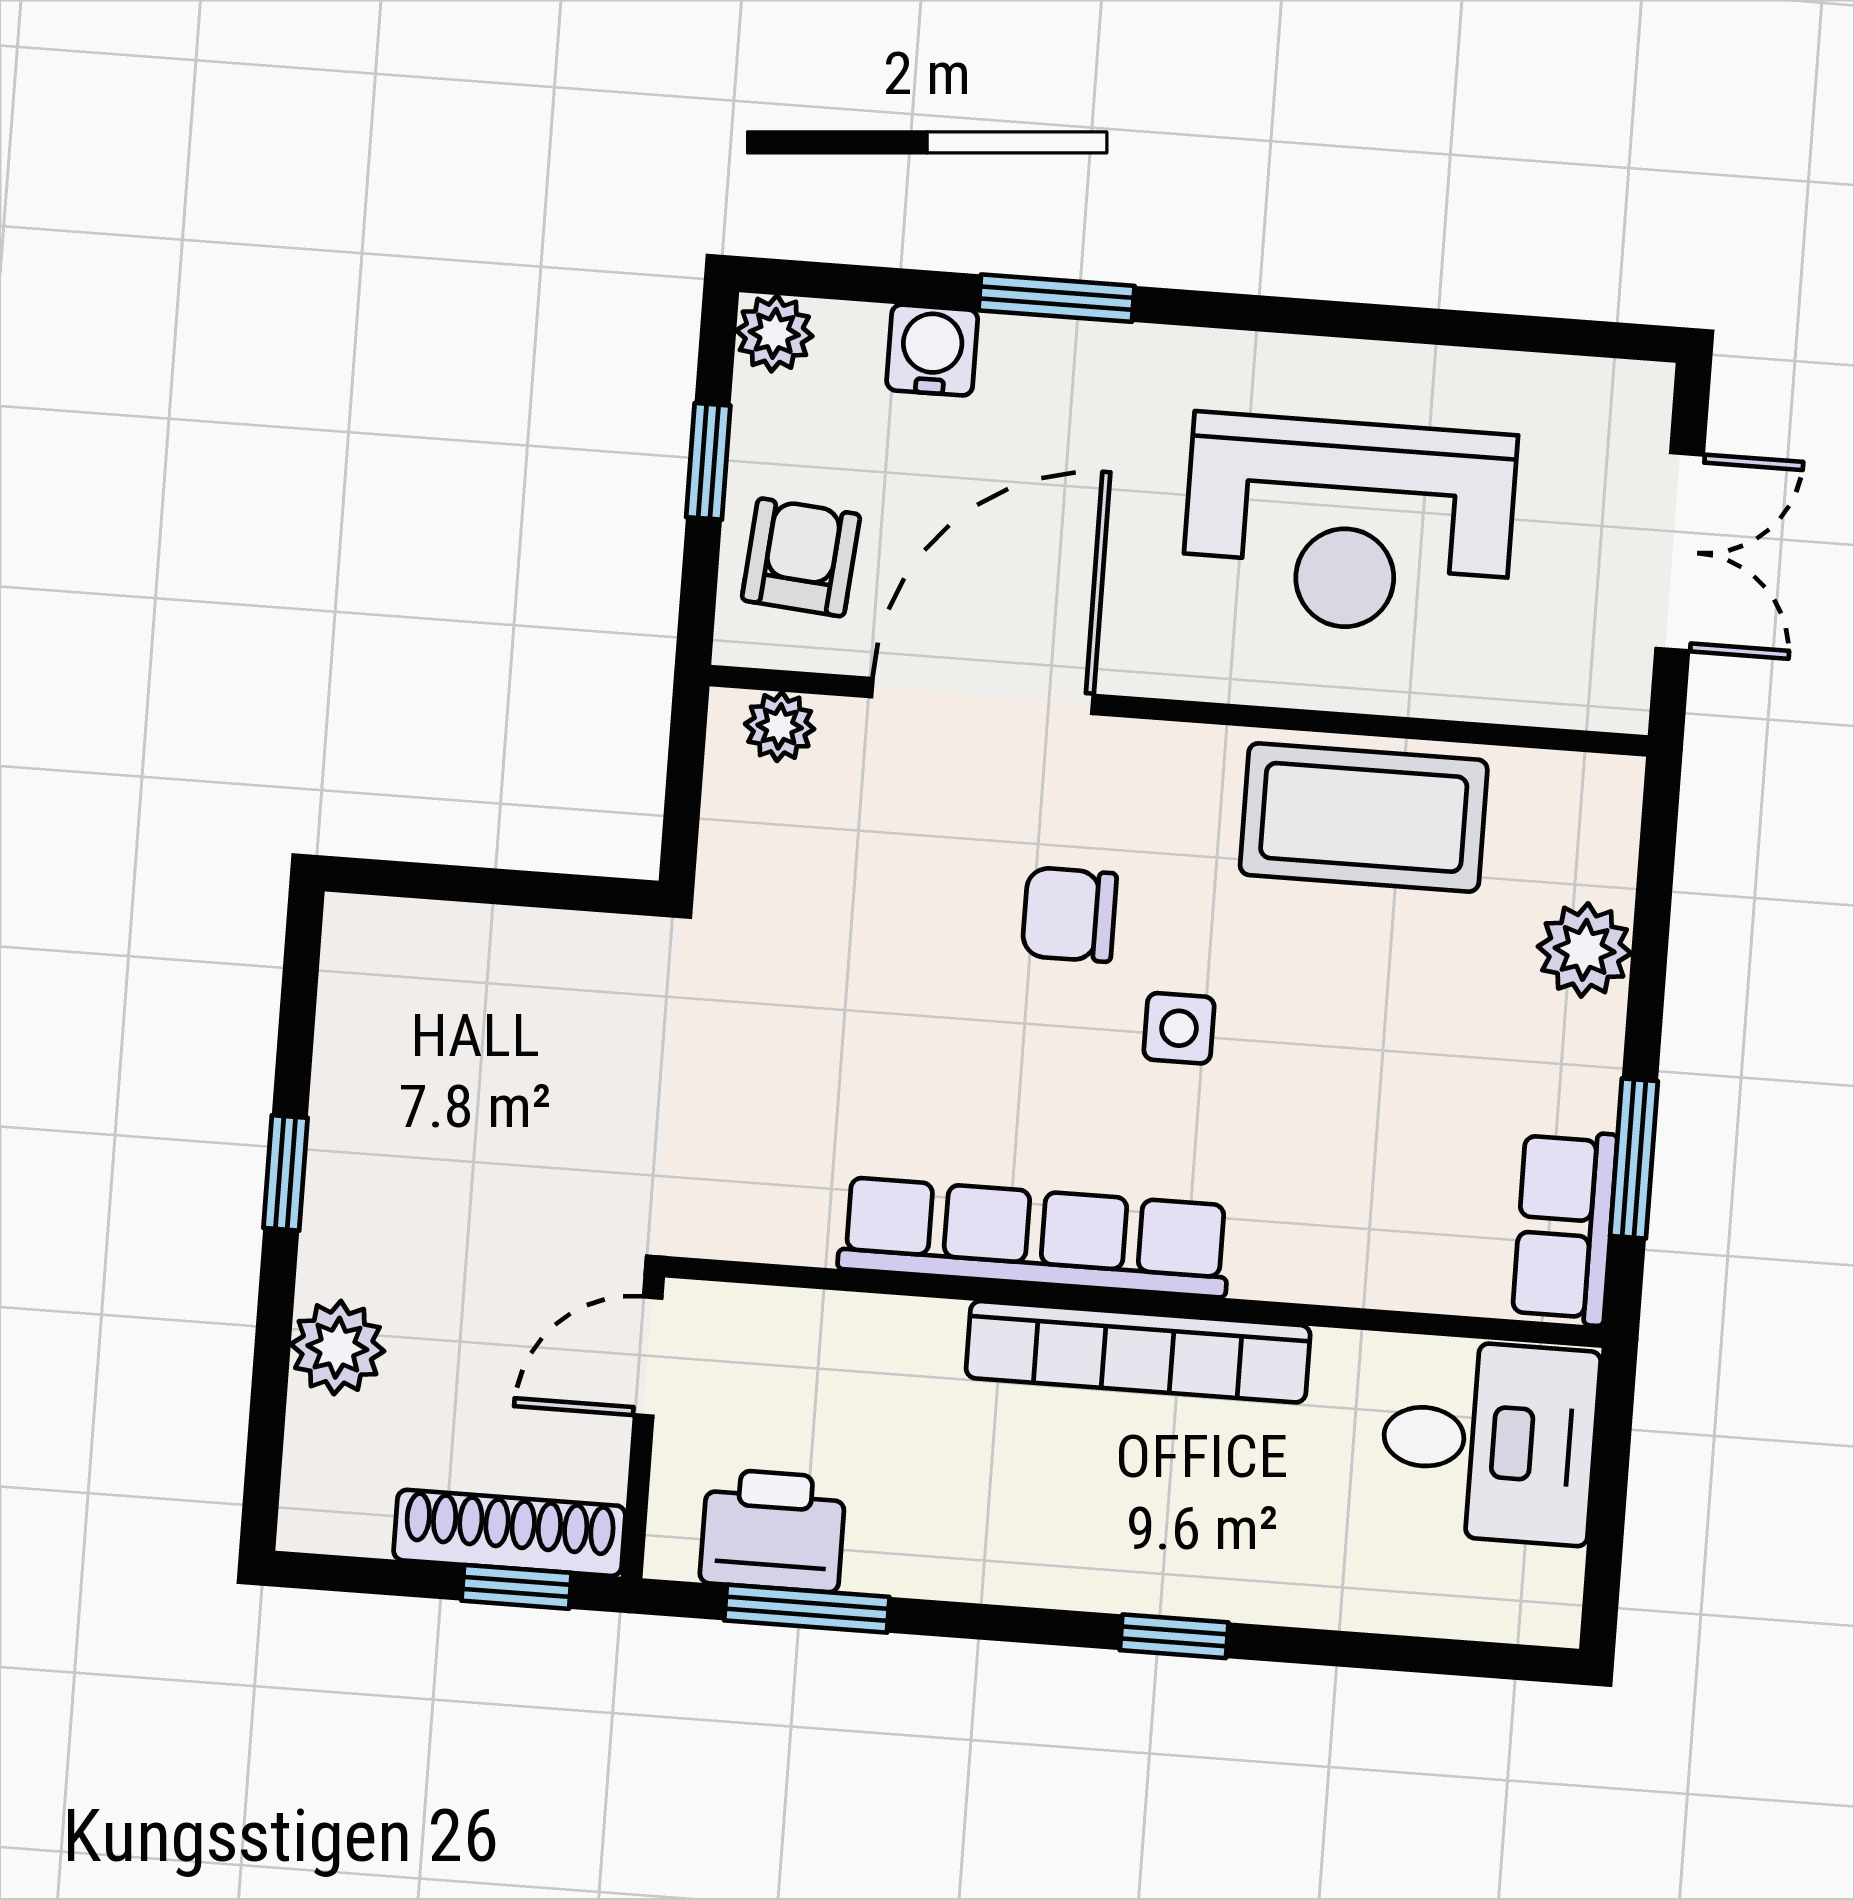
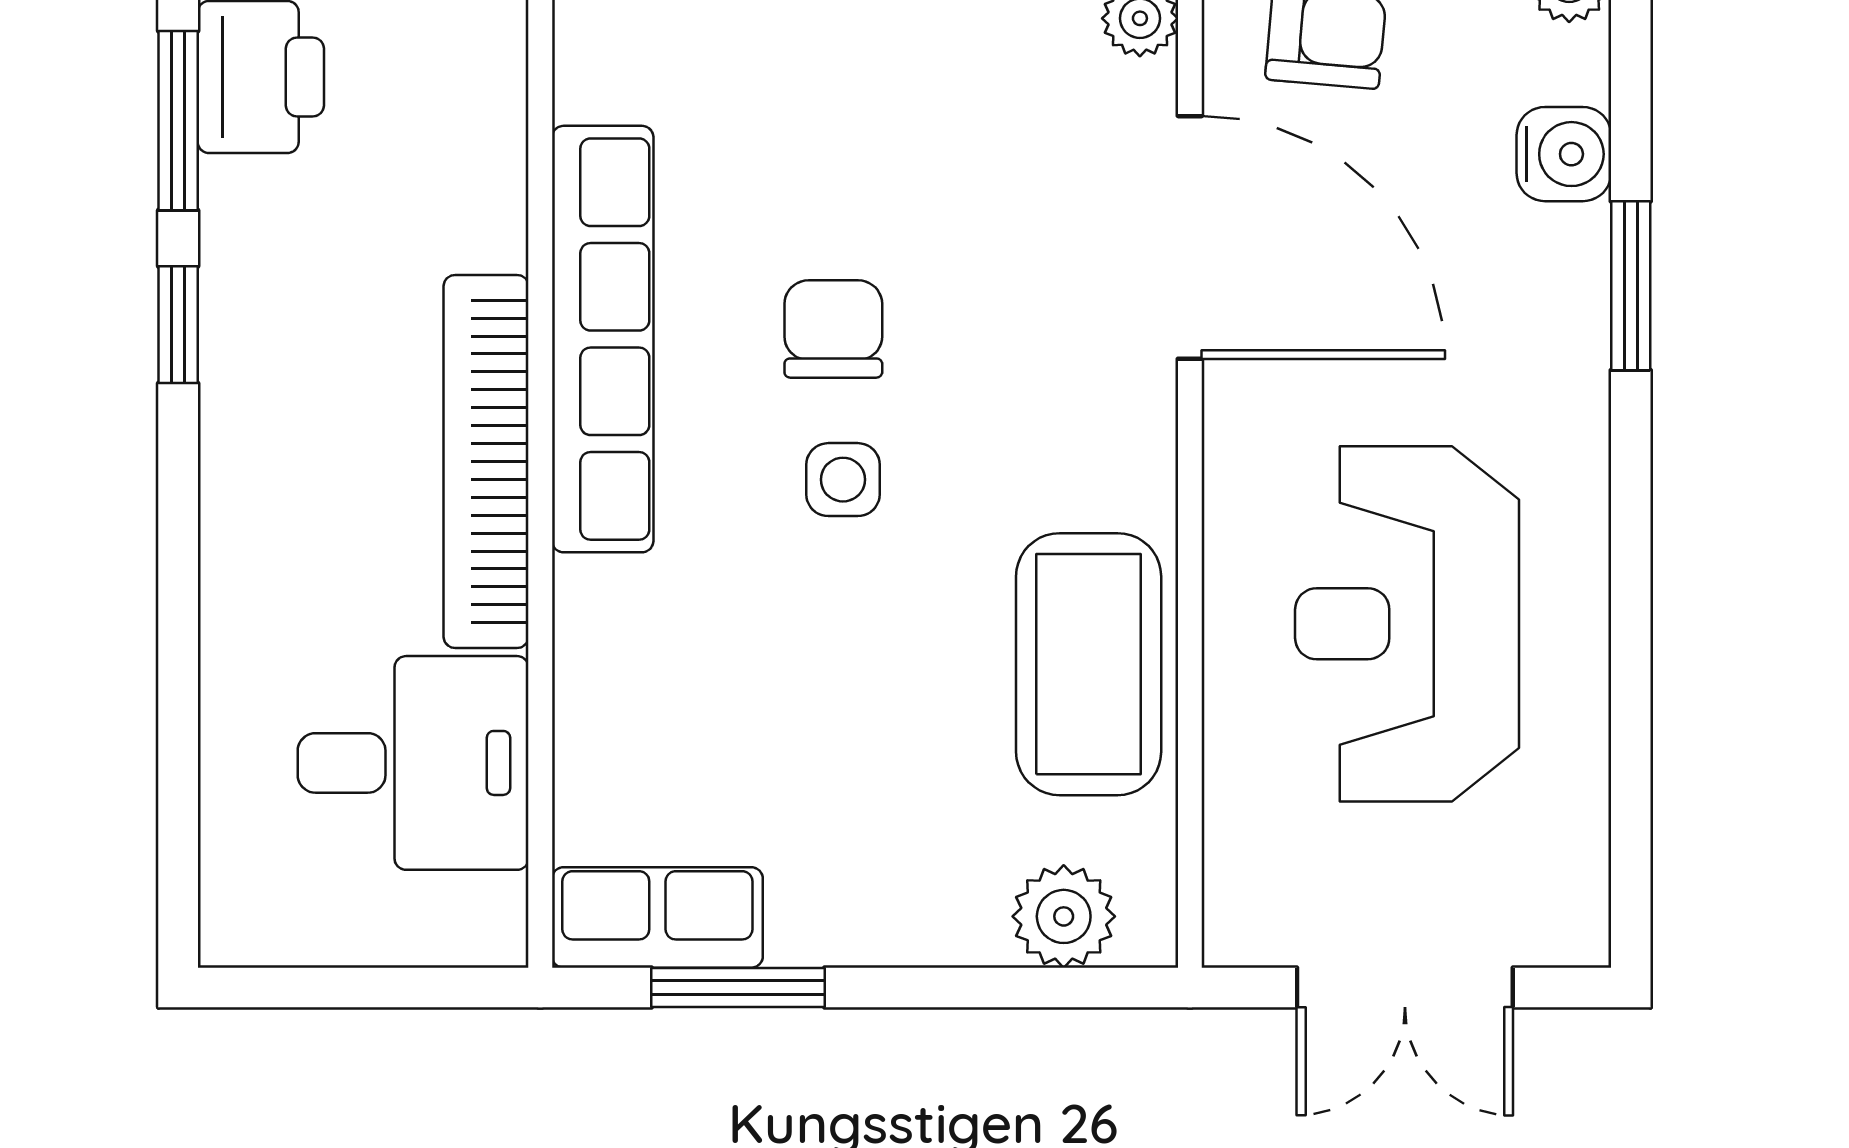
chair: (1069, 915) -> (833, 329), moved
plant: (1585, 950) -> (1064, 916), moved
desk: (1489, 1442) -> (413, 763), moved, turned -90
window: (1174, 1636) -> (178, 325), moved

